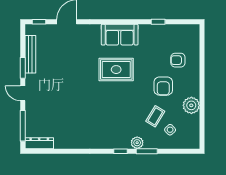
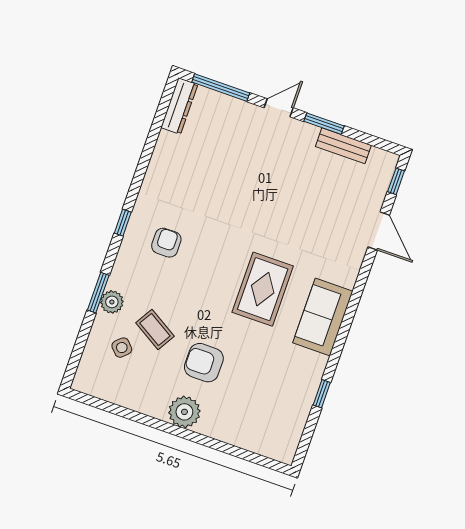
bench: (30, 54) -> (343, 146), width x0.73
armchair: (178, 60) -> (166, 243), moved
plant: (191, 105) -> (184, 412), moved
plant: (137, 143) -> (112, 302), moved
window: (120, 151) -> (123, 223), moved

